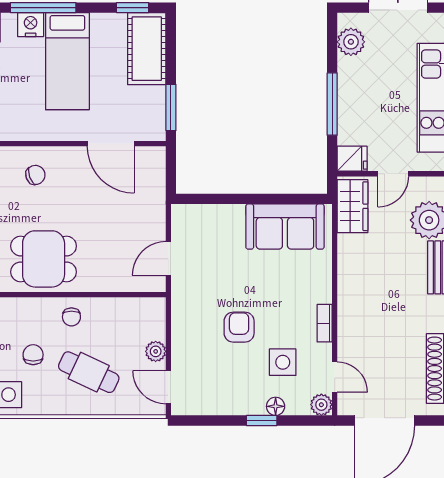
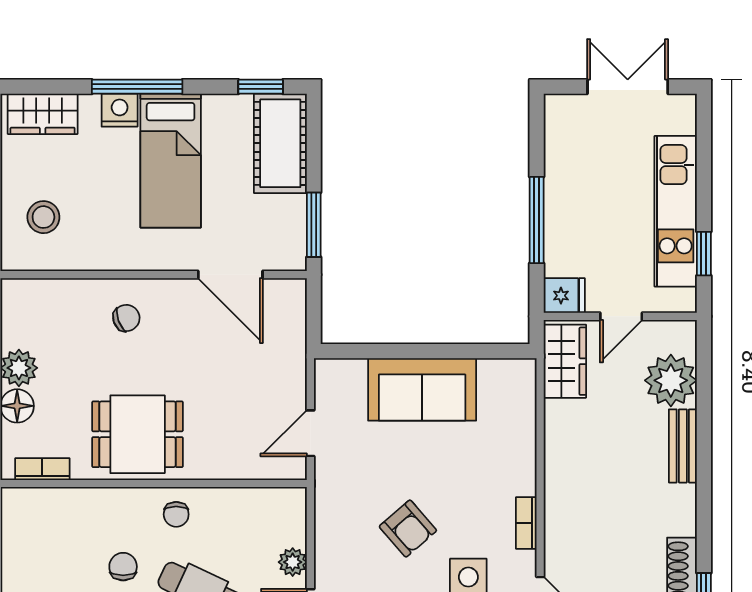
plant: (351, 42) -> (563, 134), removed
sofa: (285, 227) -> (422, 389), moved
armchair: (239, 327) -> (408, 529), turned 139

